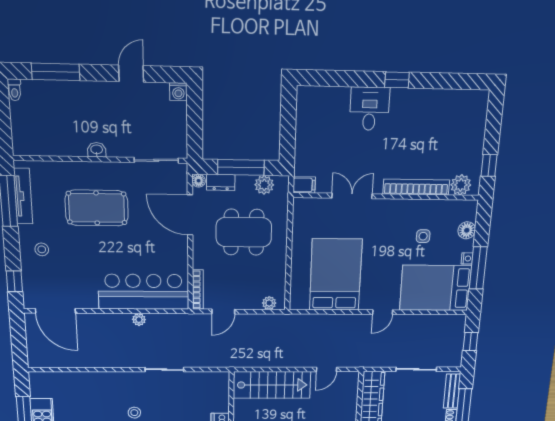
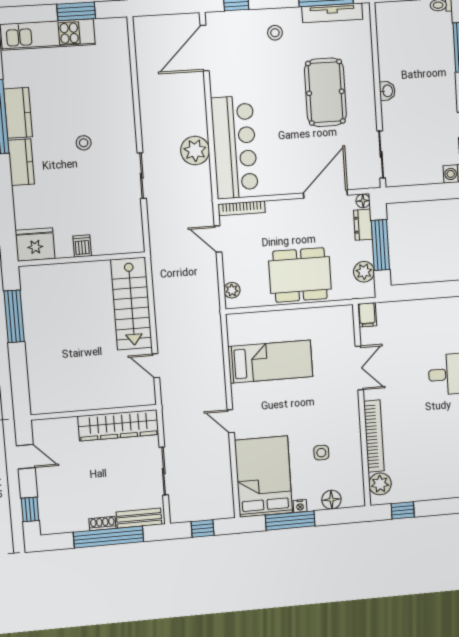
dining table: (244, 232) -> (300, 275), moved, turned 90
bed: (336, 275) -> (270, 362), width x0.67
plant: (139, 320) -> (195, 151), width x1.88, depth x1.88

